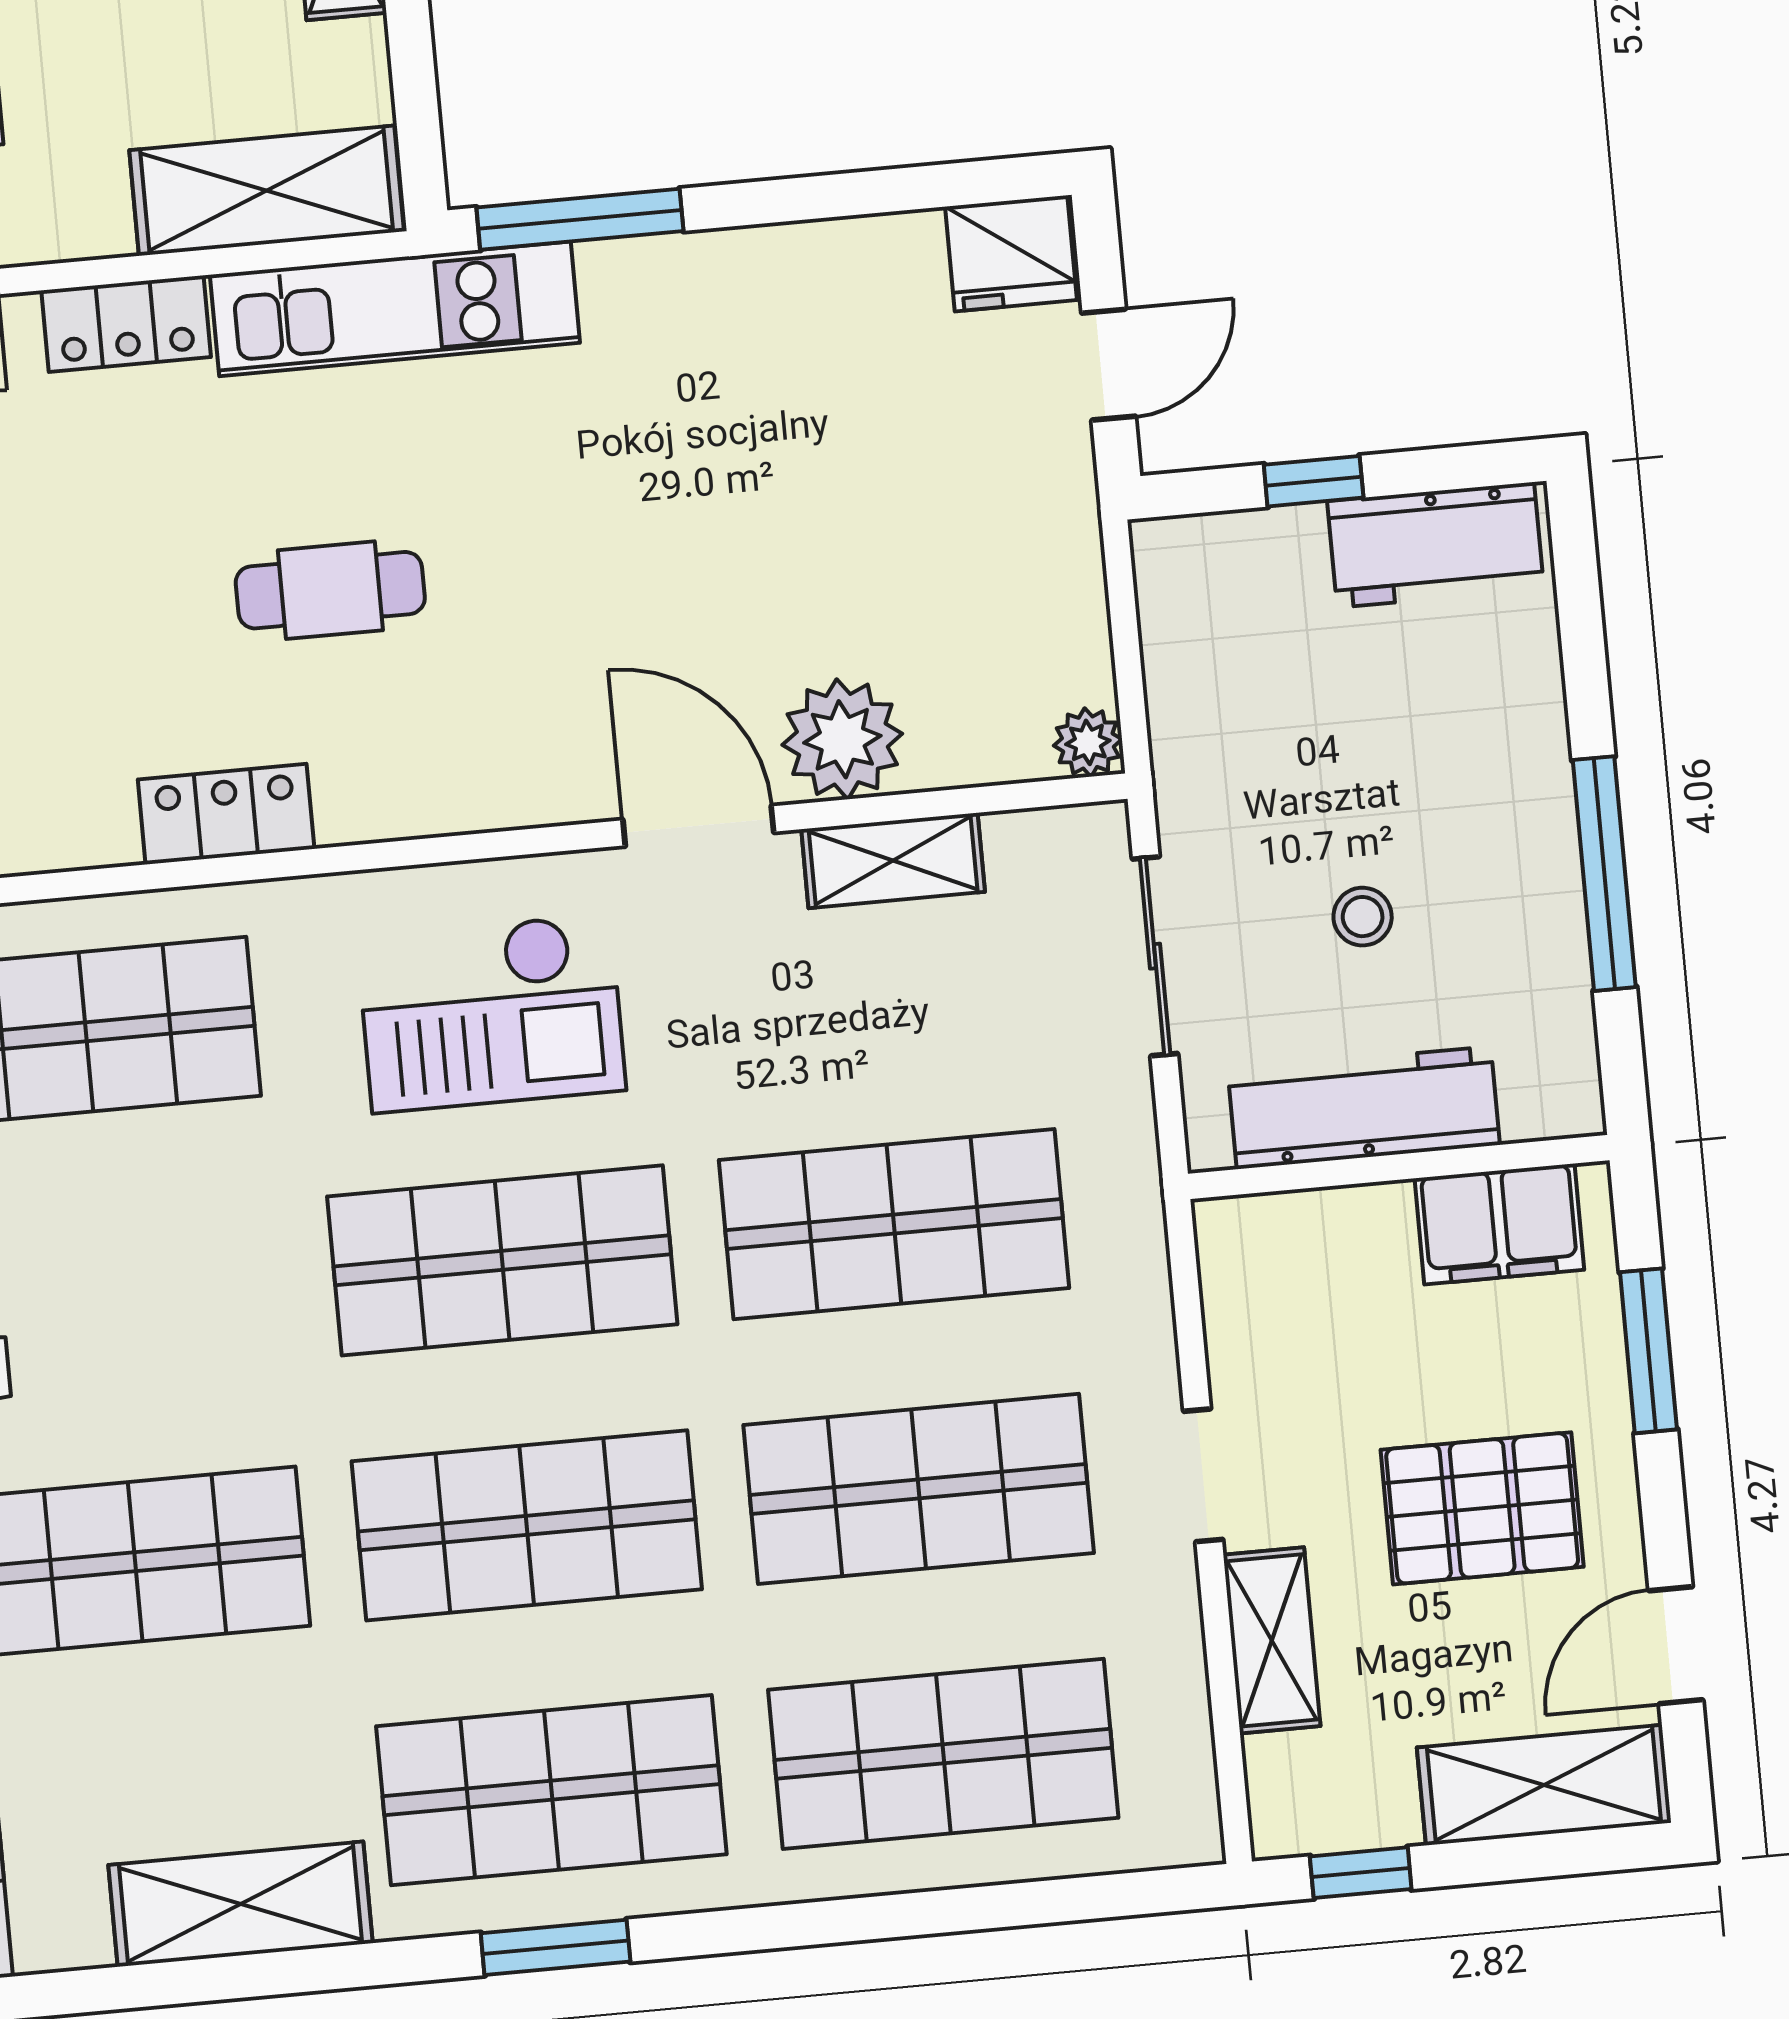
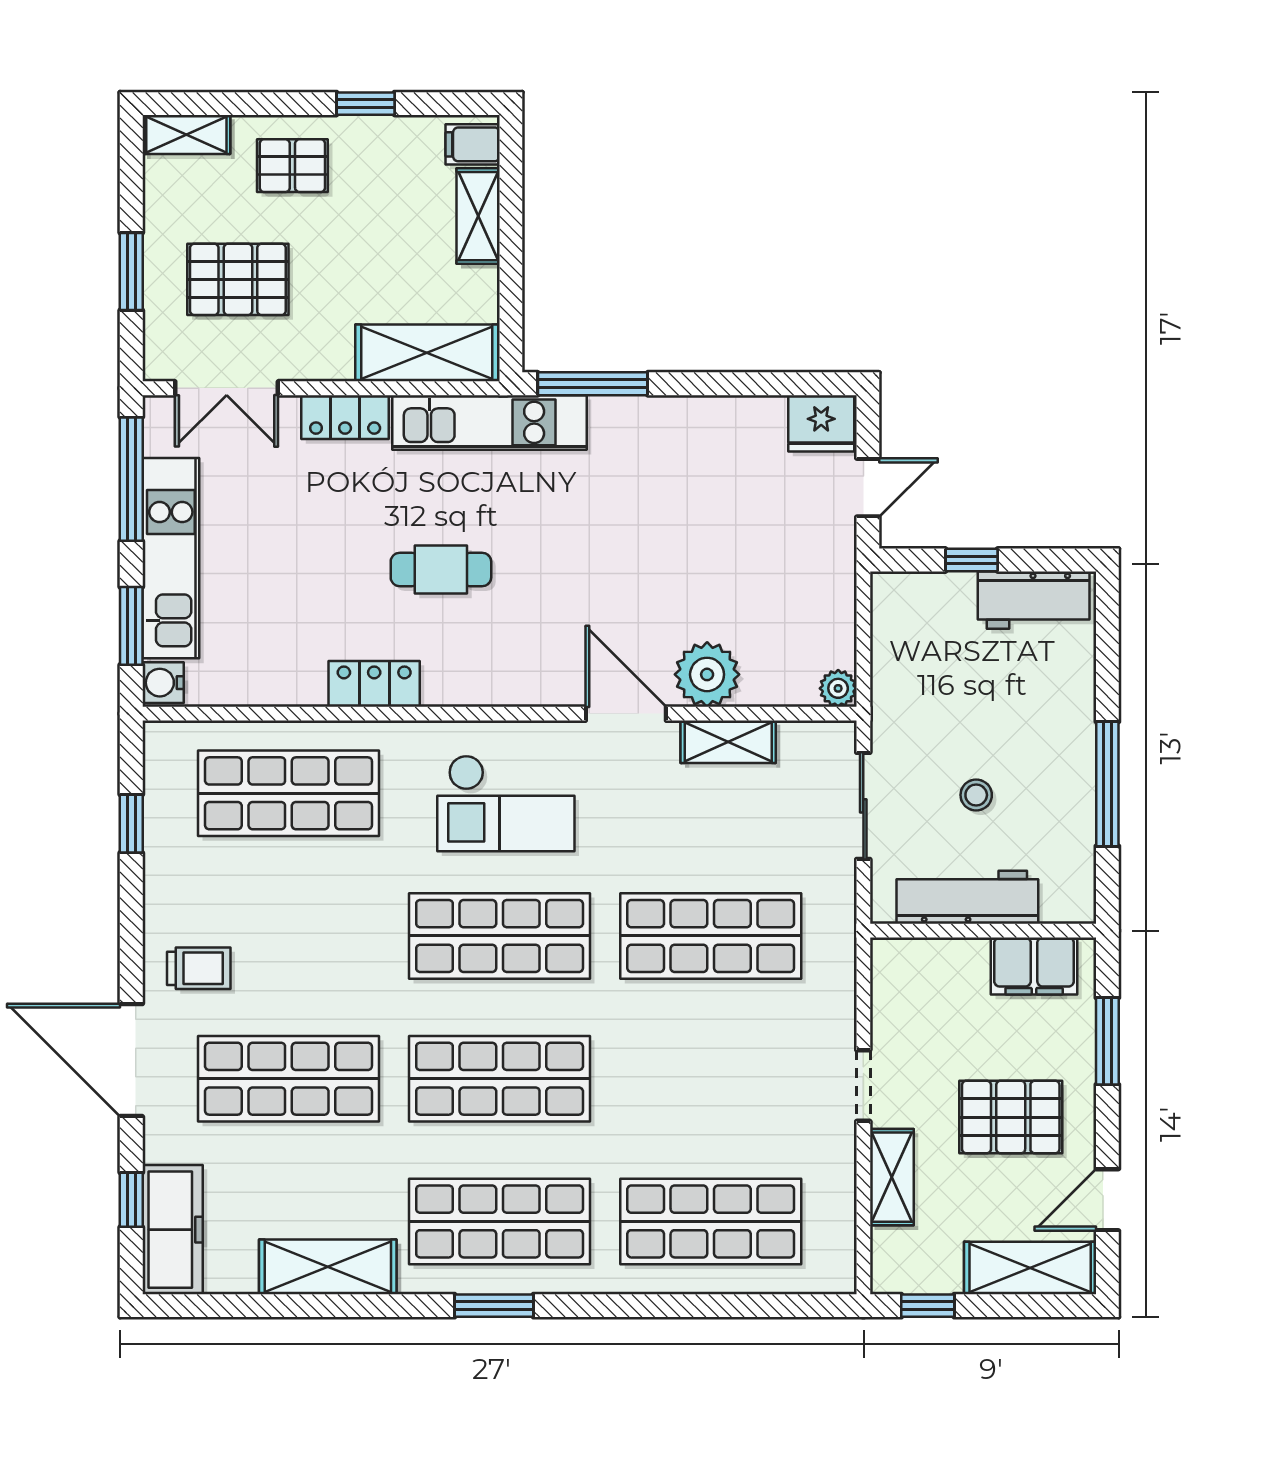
shop shelf: (919, 1489) -> (711, 1079), removed

